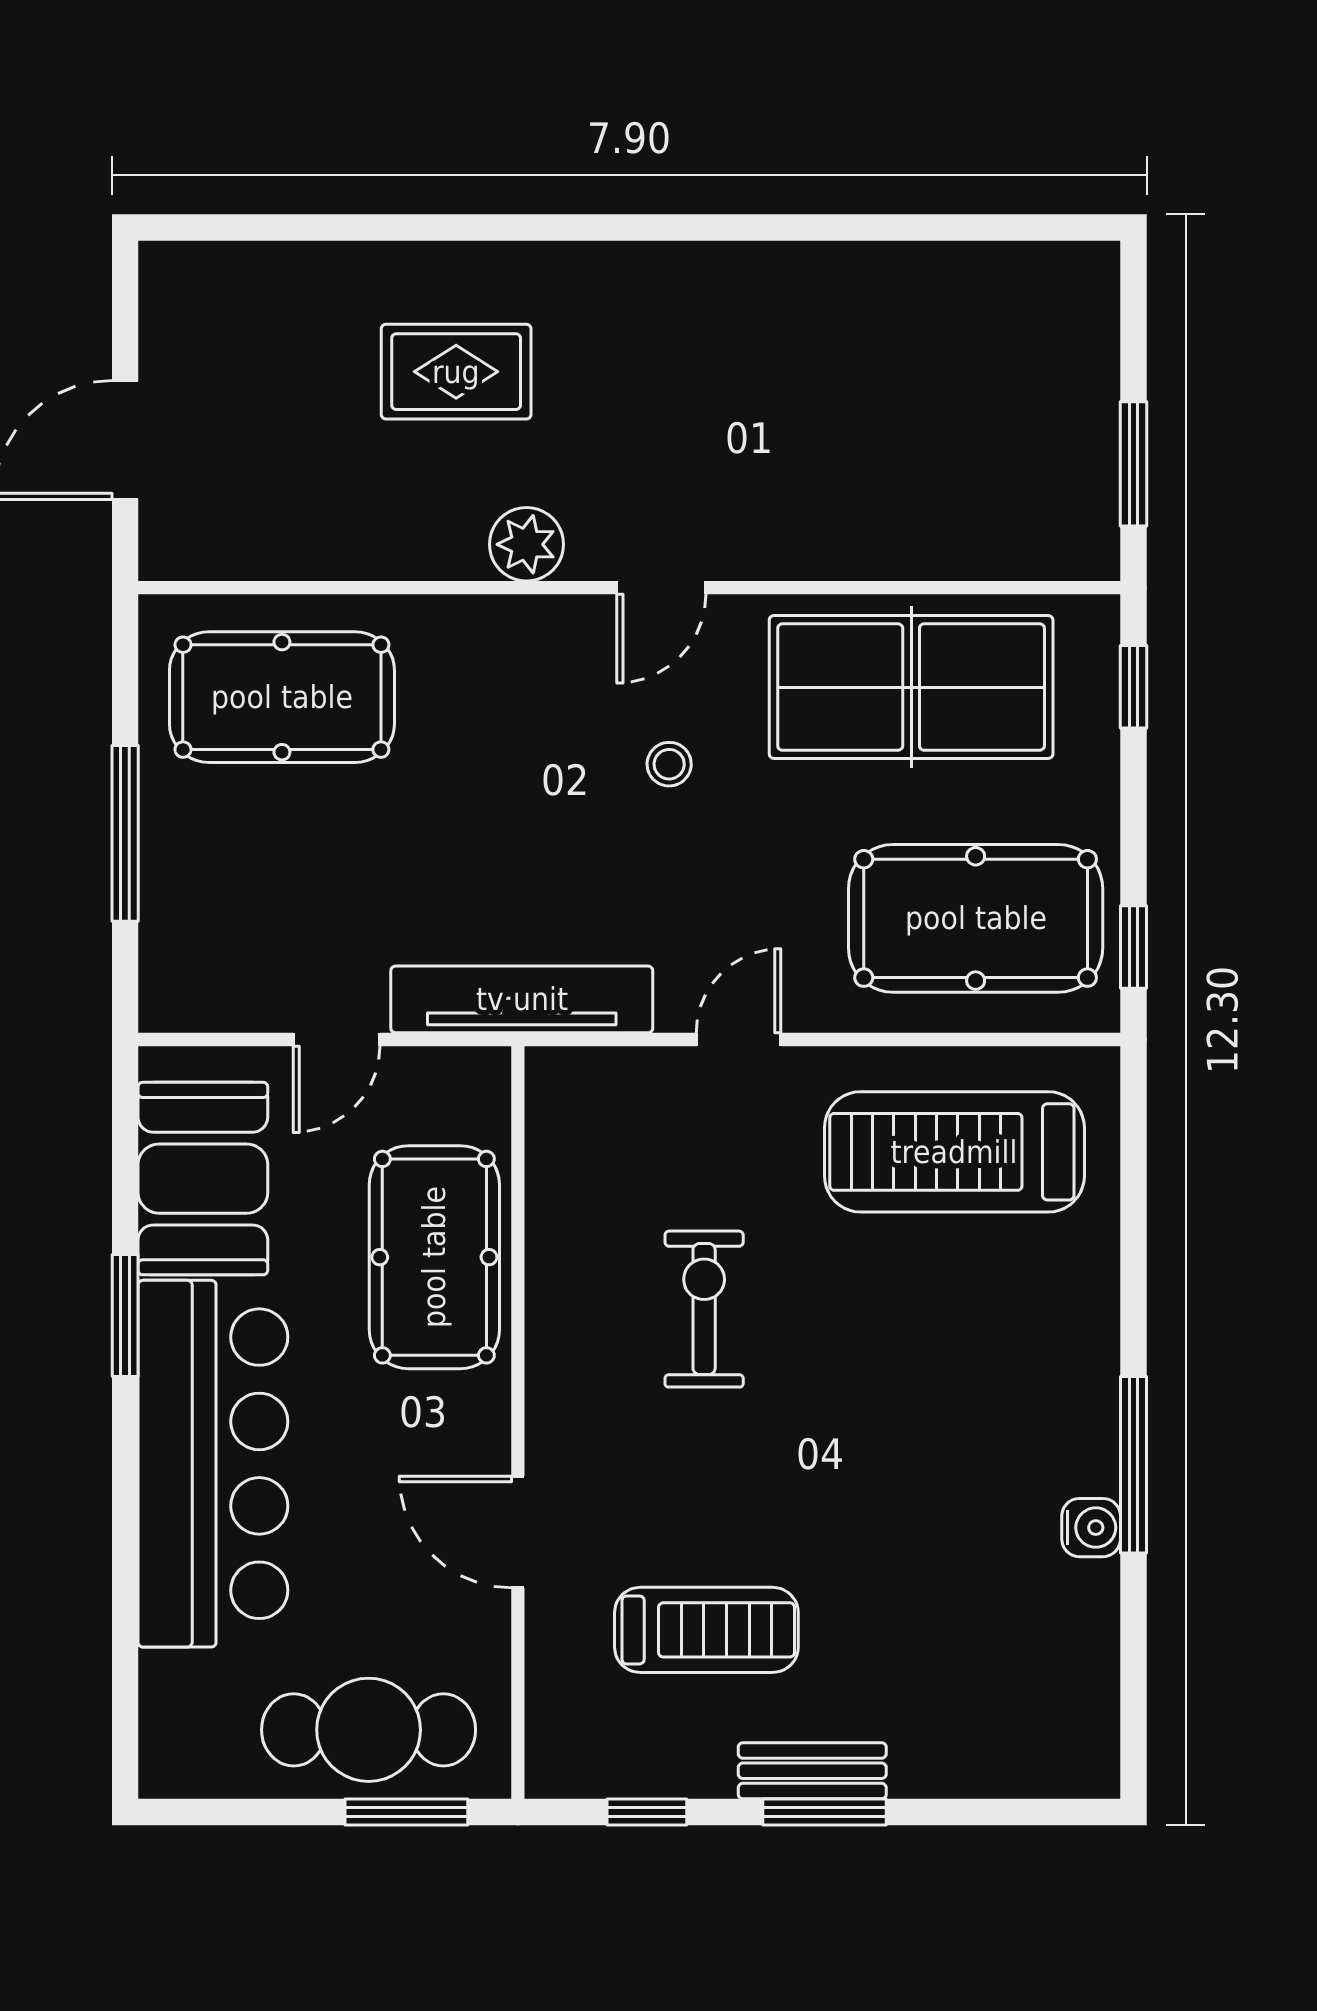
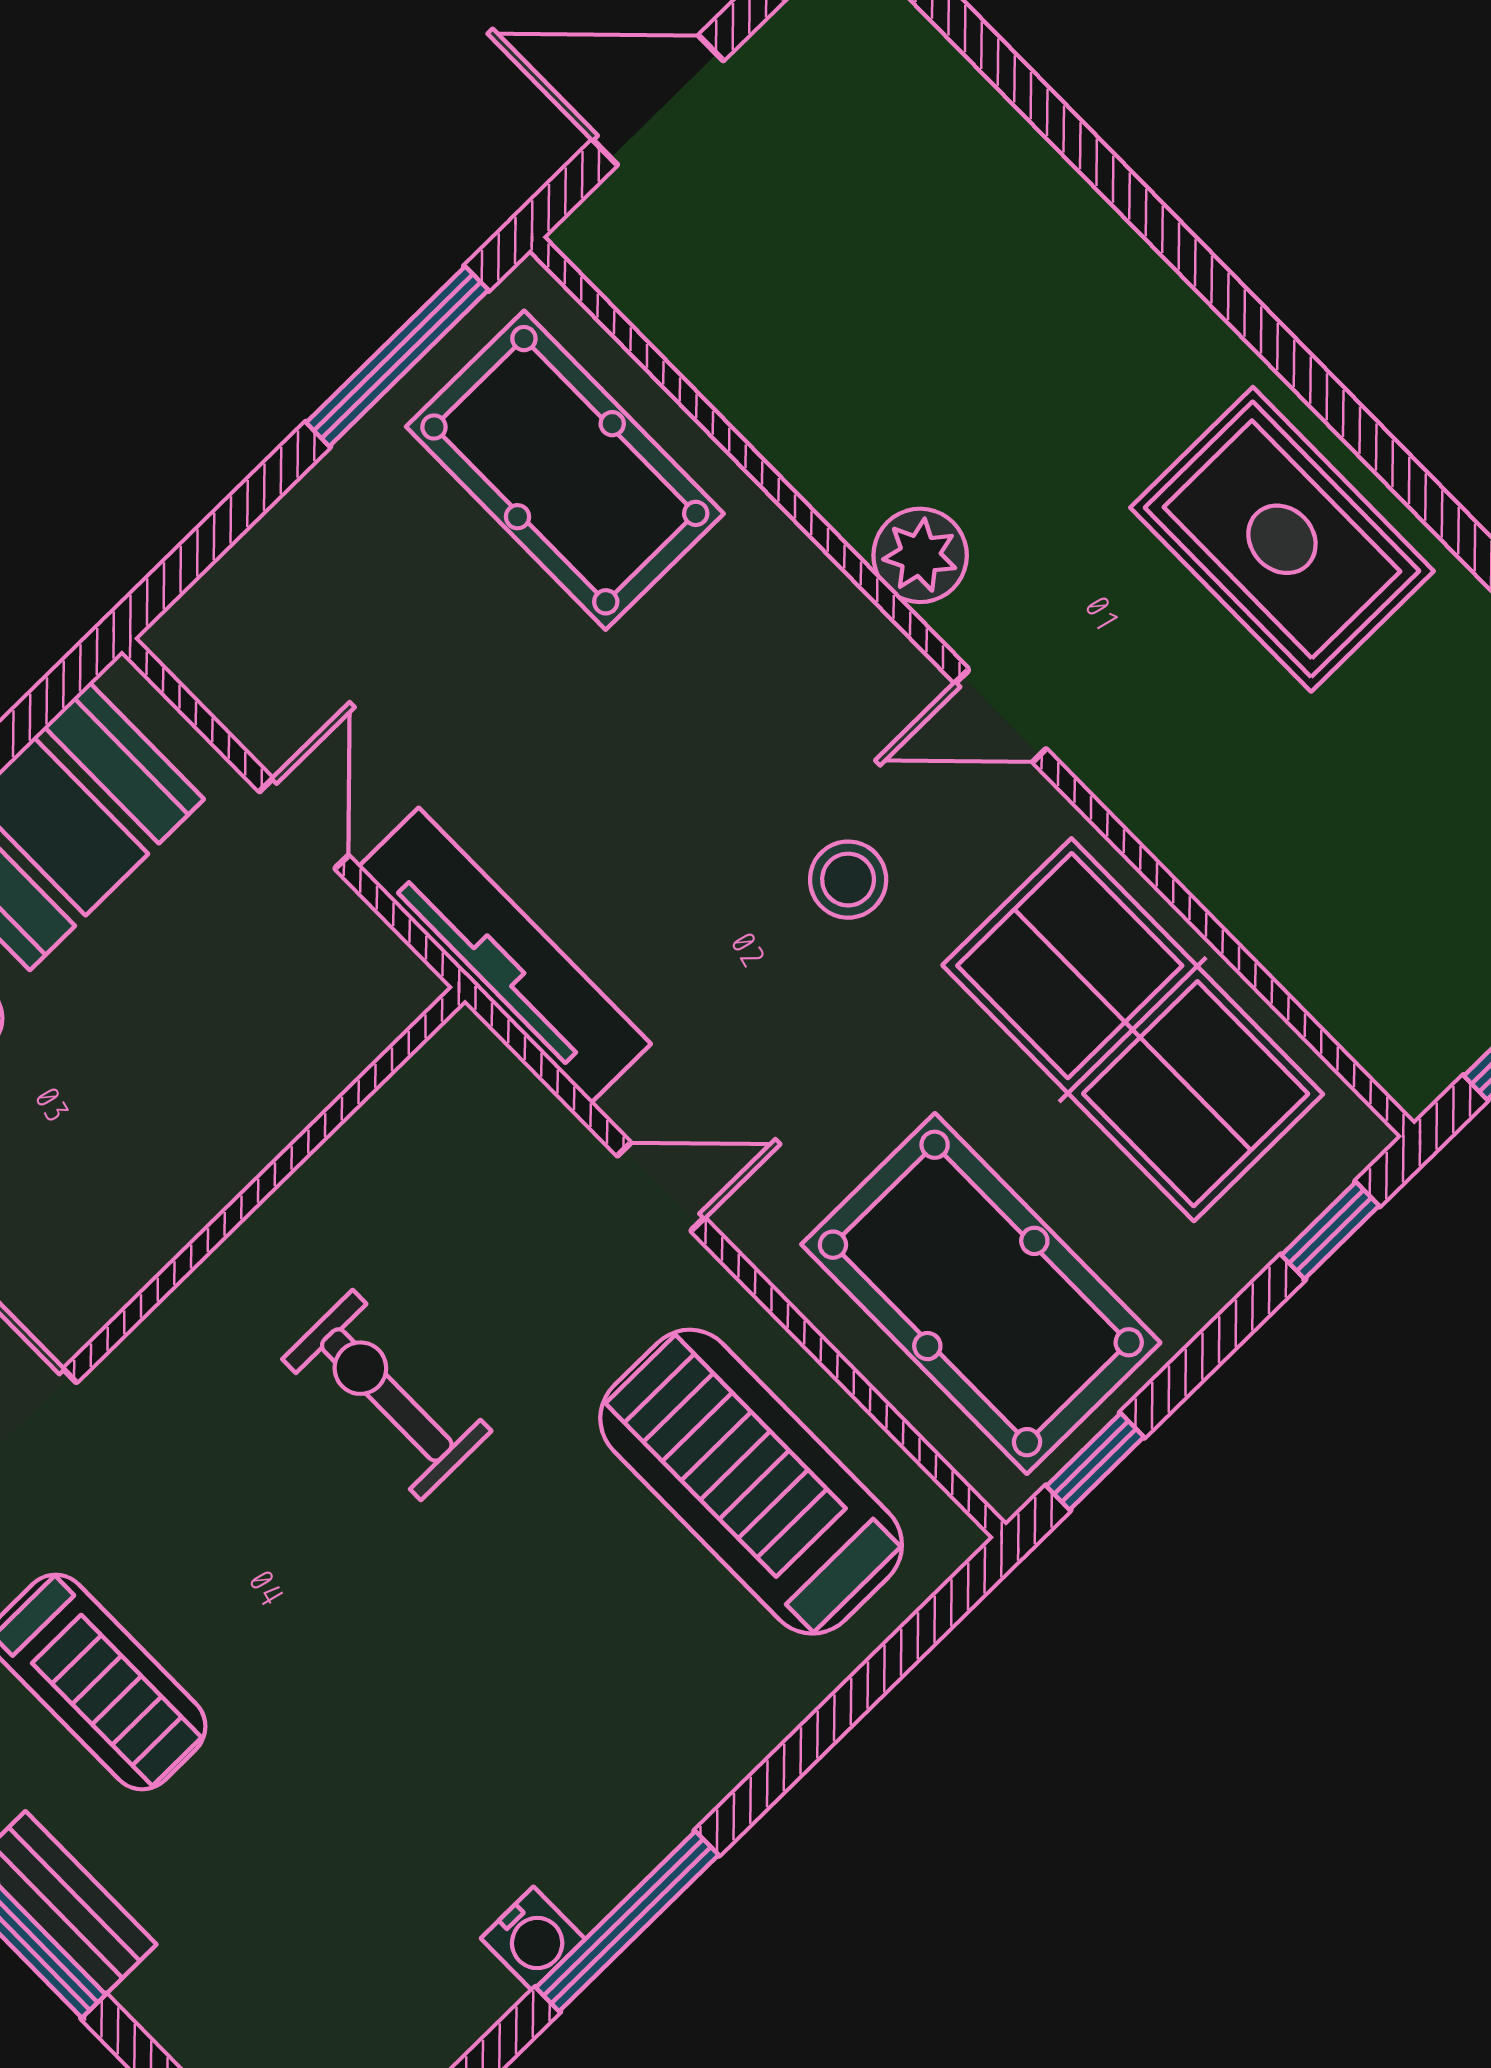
rug: (456, 372) -> (1282, 539), moved, width x1.36, depth x1.43
stool: (669, 764) -> (848, 880), width x1.37, depth x1.37
window: (125, 833) -> (397, 356), moved
door: (337, 1039) -> (304, 824), swing flipped
pool table: (434, 1257) -> (194, 1105), removed
exercise bike: (704, 1309) -> (387, 1395), turned -90

